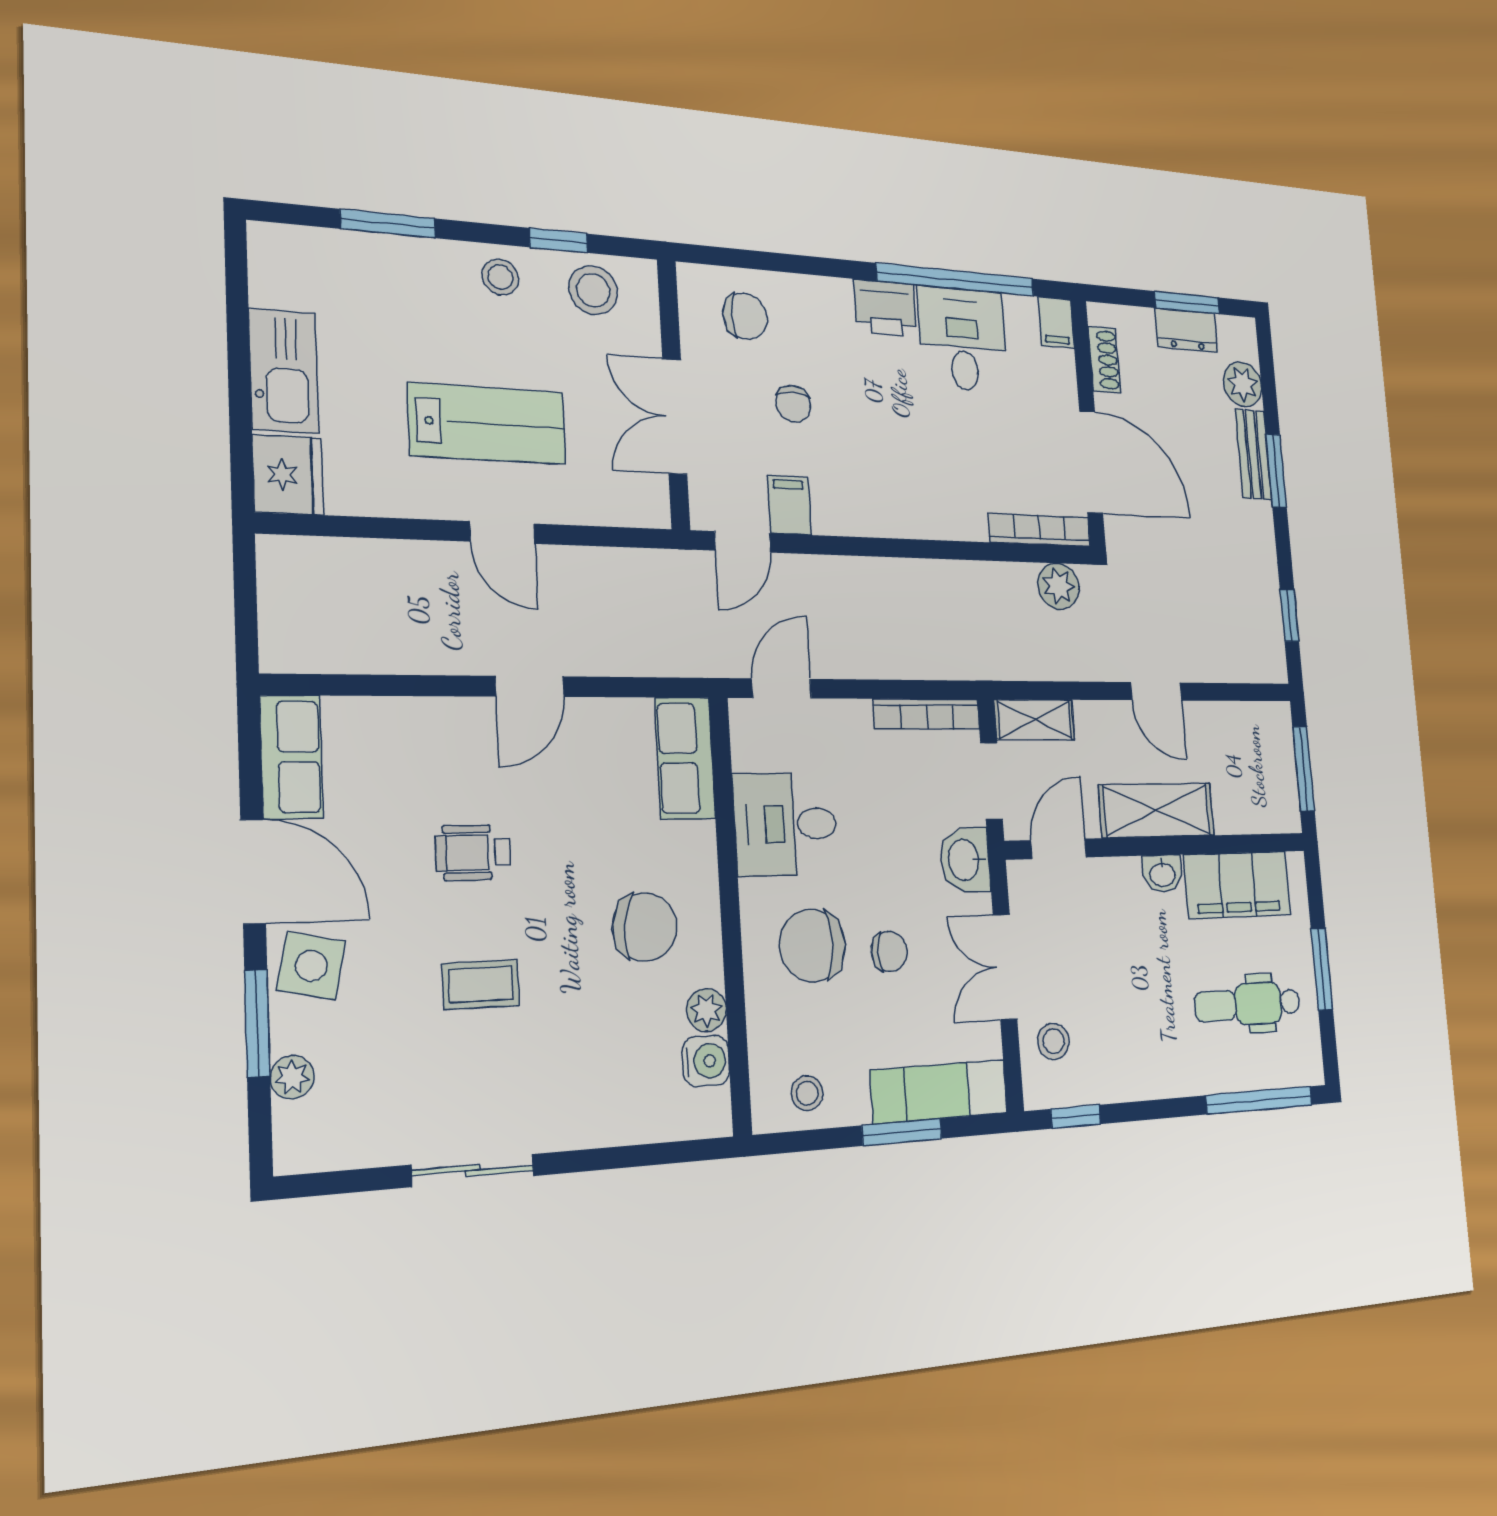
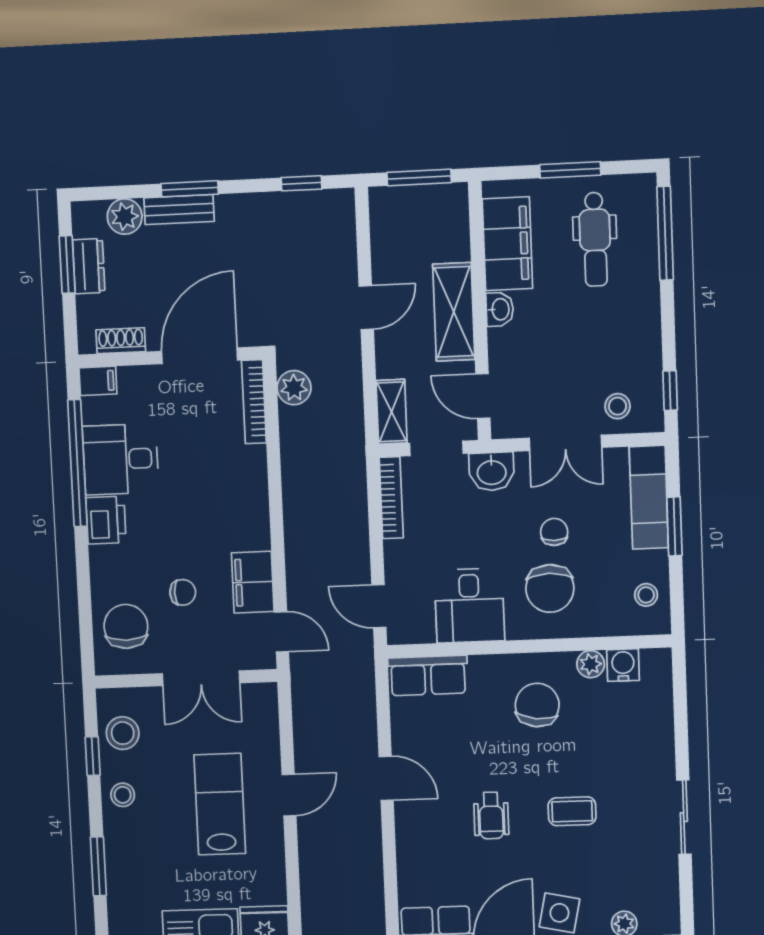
chair: (745, 316) -> (126, 626), width x1.37, depth x1.37
filing cabinet: (789, 505) -> (253, 582), width x2.00
coffee table: (481, 985) -> (572, 811), turned 90

